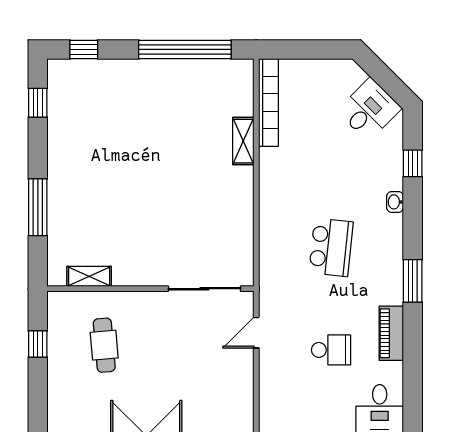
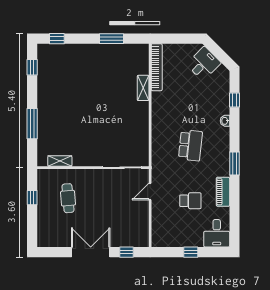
window: (185, 49) -> (112, 39), width x0.47
desk: (369, 110) -> (204, 64), moved

